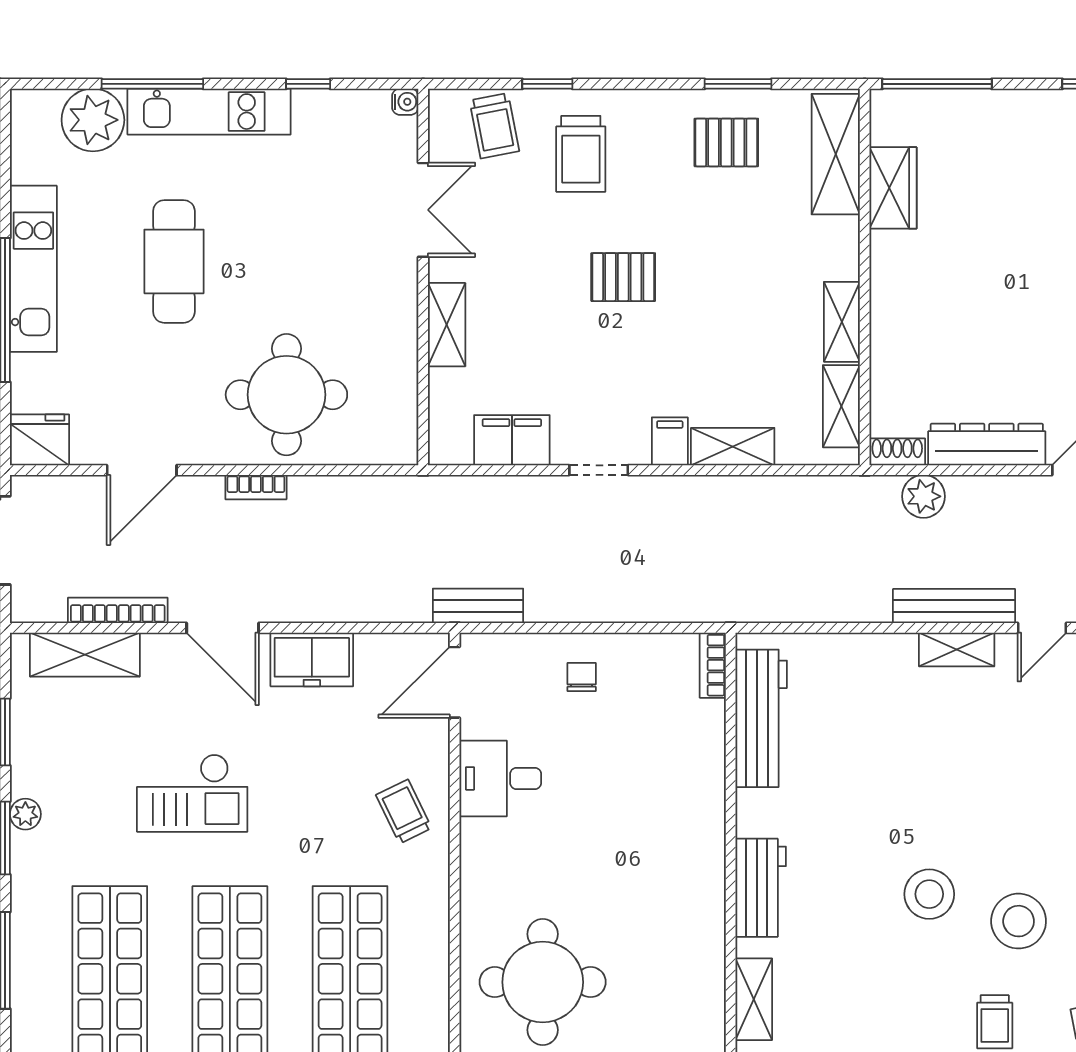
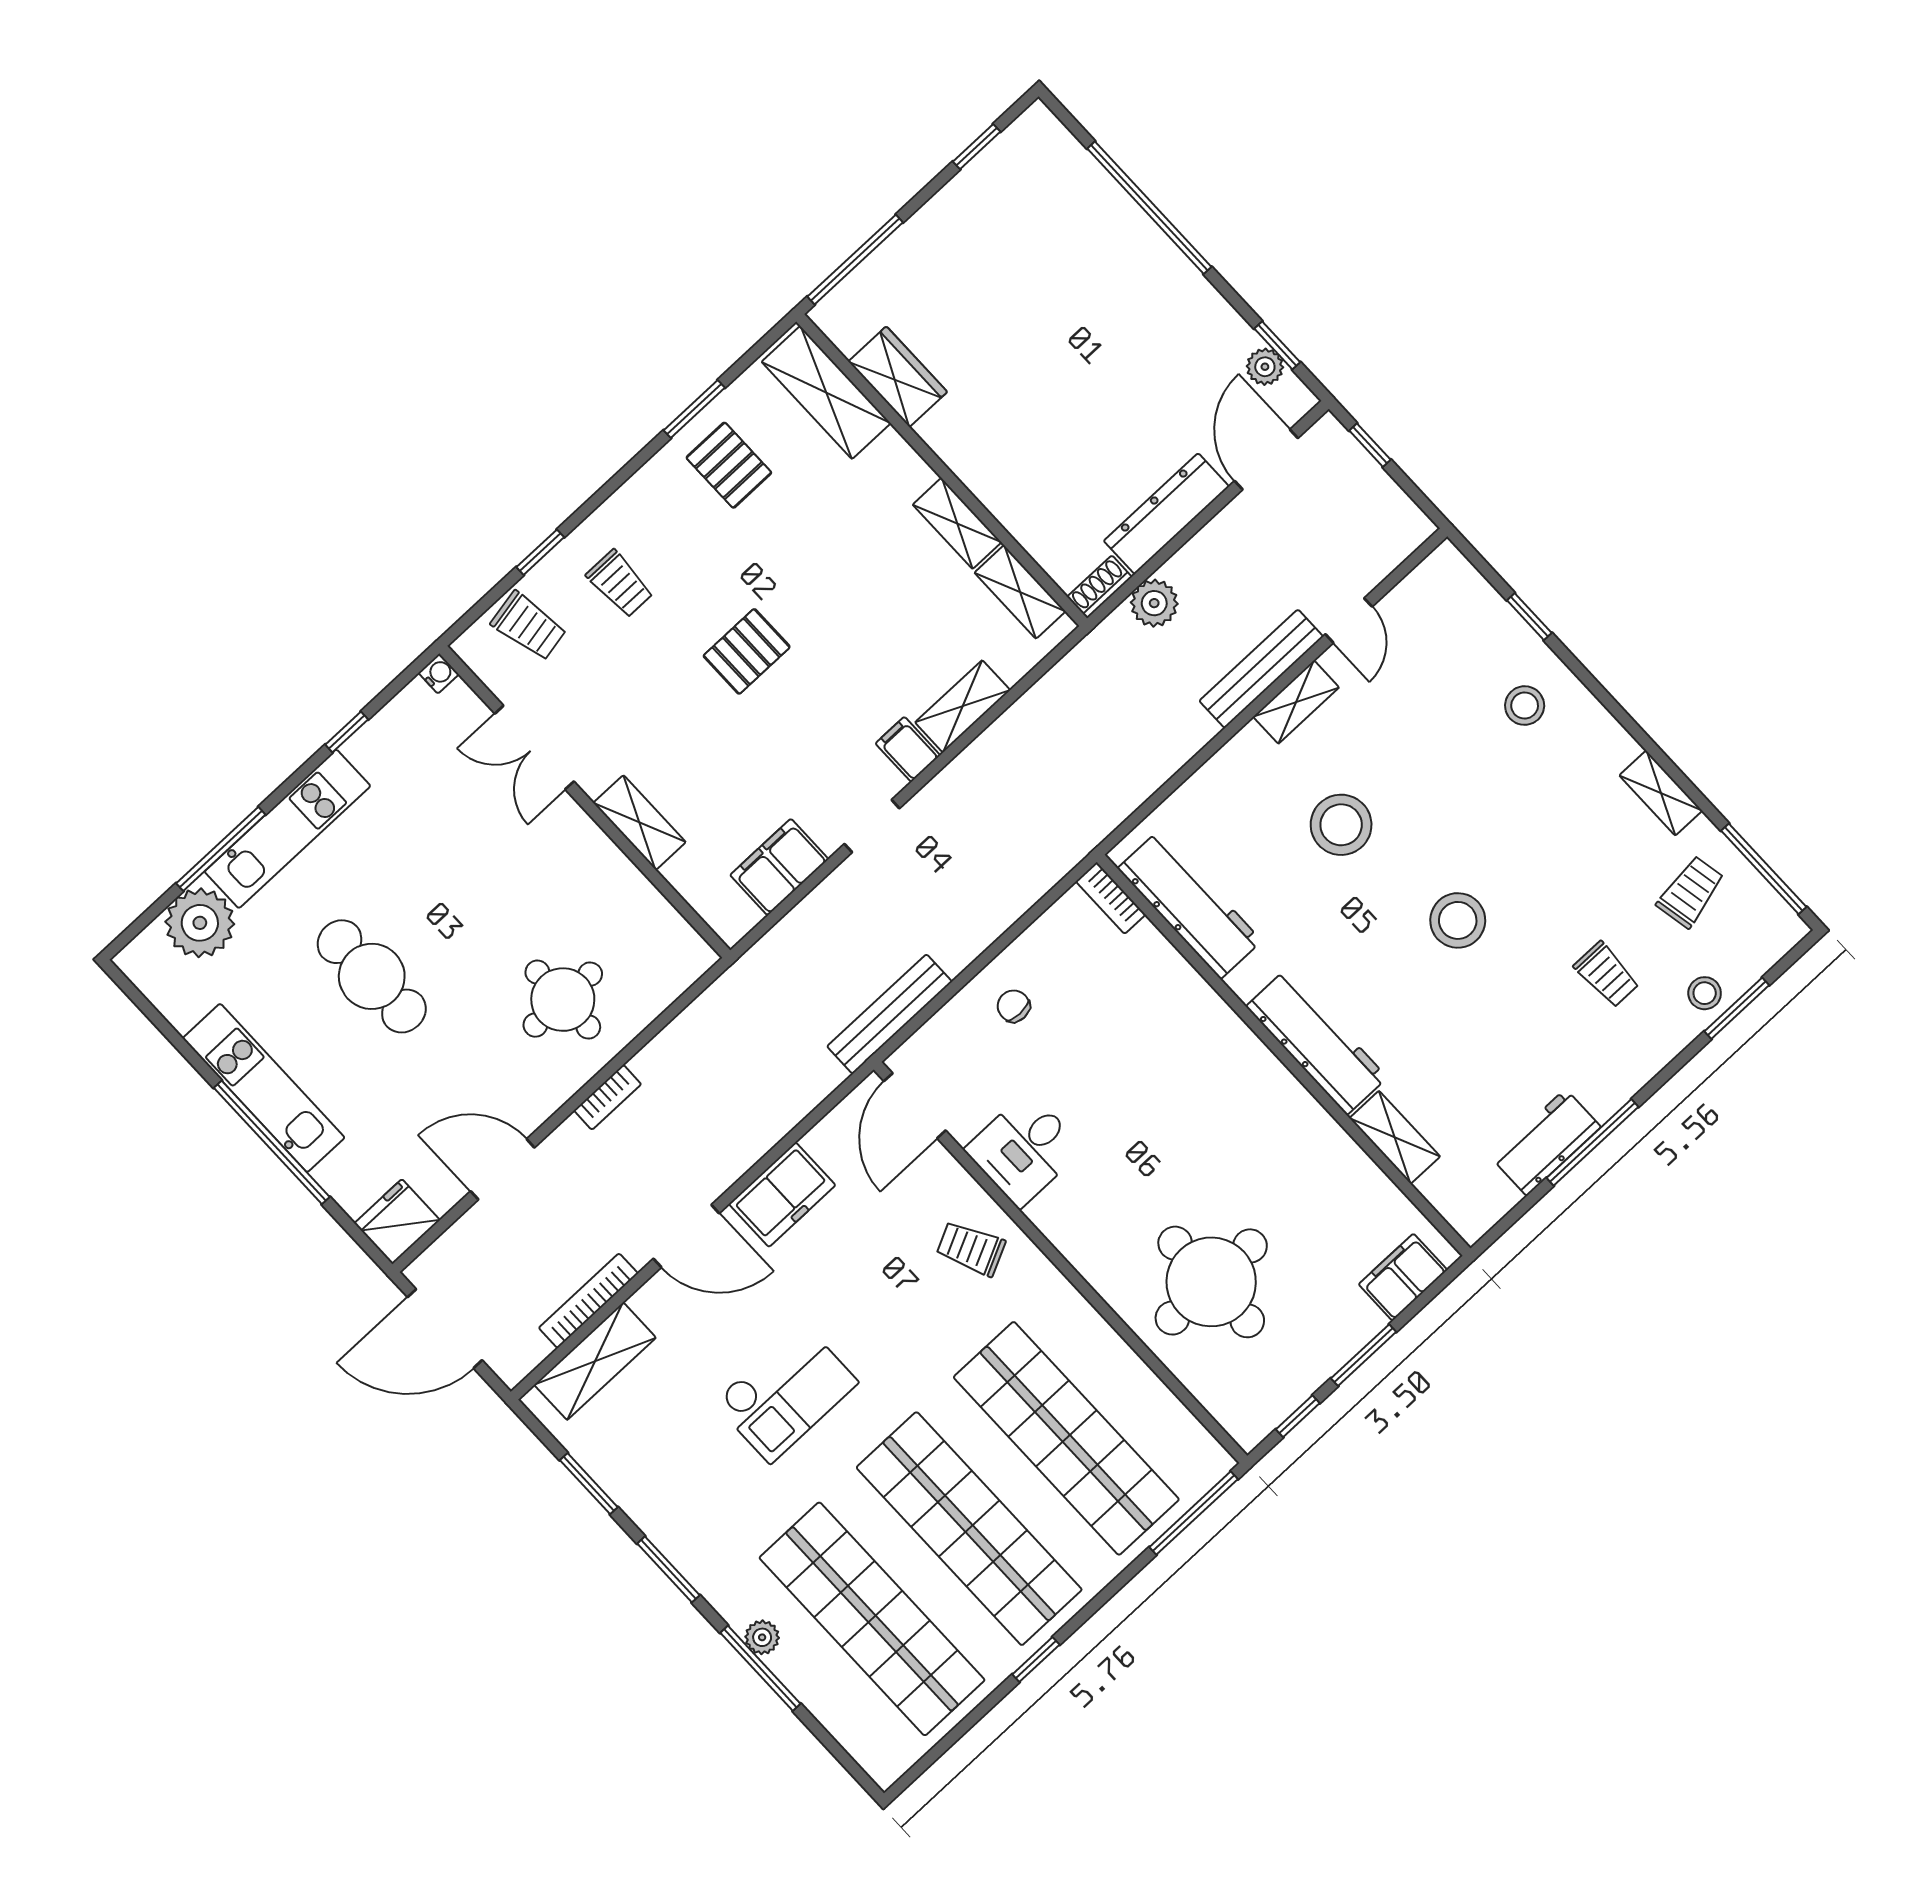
pallet: (726, 142) -> (729, 465), turned 90
trolley: (581, 154) -> (620, 584), width x0.73, depth x0.72
double door: (423, 210) -> (534, 747), swing flipped
round table: (286, 395) -> (563, 1000), width x0.73, depth x0.73
door: (142, 470) -> (502, 1169), swing flipped
bench: (478, 606) -> (890, 1014), width x1.36
plant: (25, 814) -> (762, 1637), moved
workbench: (761, 888) -> (1317, 1042), width x1.38
stool: (1019, 921) -> (1341, 825), moved

